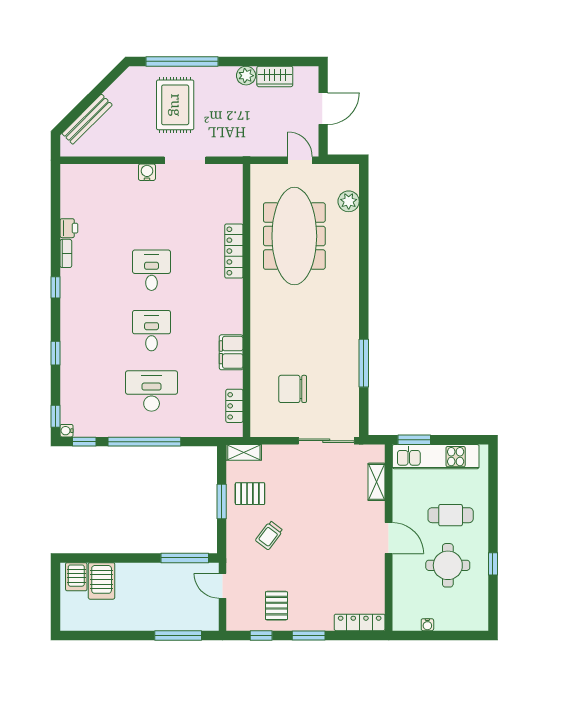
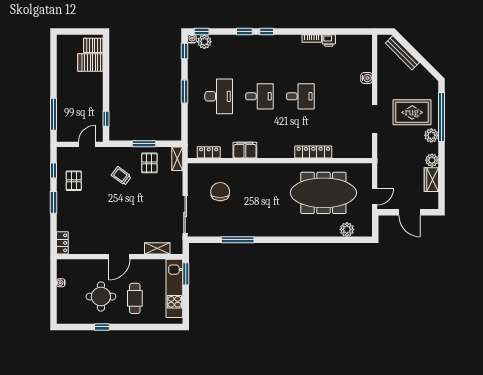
plant: (209, 76) -> (431, 135), added
water cooler: (147, 172) -> (367, 78), moved
window: (56, 287) -> (267, 31), moved
plant: (71, 412) -> (204, 42), added
window: (144, 442) -> (185, 92), width x0.47
window: (185, 558) -> (106, 119), width x0.46
pallet: (276, 606) -> (74, 181), turned 90
locker: (360, 622) -> (62, 243), width x0.66

